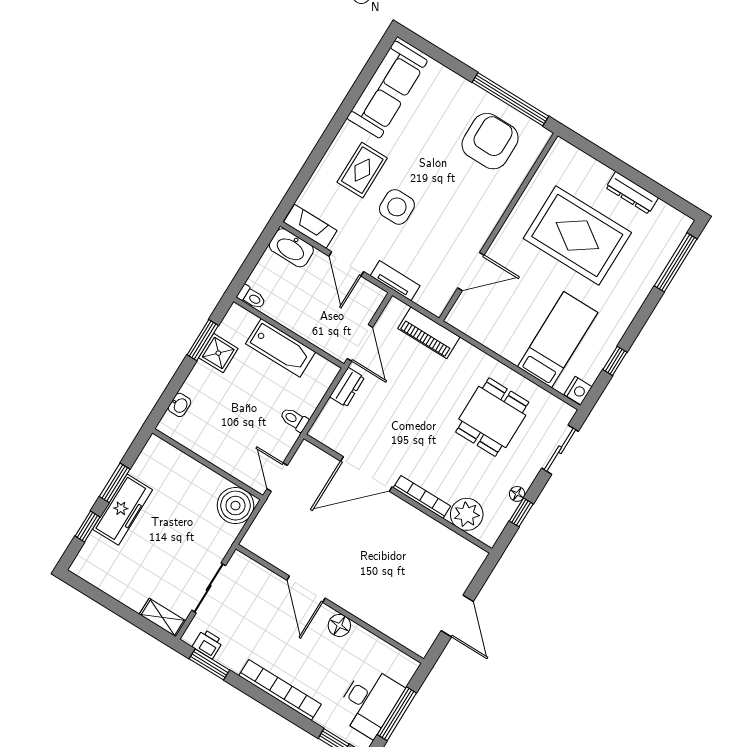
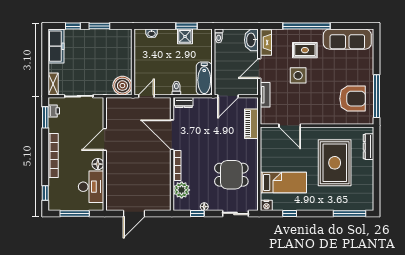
window: (324, 143) -> (306, 26), added
dresser: (632, 193) -> (368, 147), moved
bathtub: (281, 348) -> (204, 78), moved
dresser: (347, 387) -> (184, 102), moved
freezer: (123, 510) -> (56, 46), moved, turned -90
desk: (369, 702) -> (91, 187), moved, turned -90

